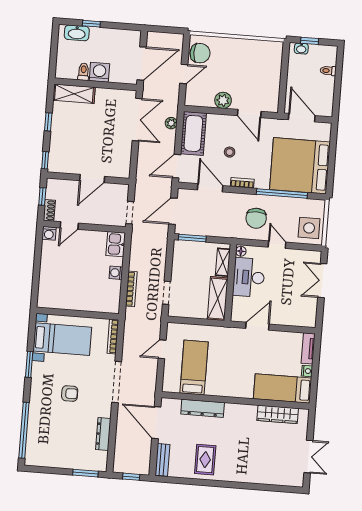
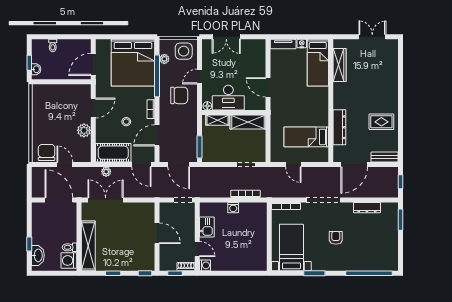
washing machine: (99, 72) -> (69, 260), moved
shelving: (74, 94) -> (88, 246), width x1.47
plant: (301, 204) -> (164, 59), added
kitchen sink: (116, 244) -> (207, 227), moved, turned -90

